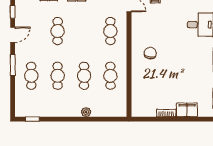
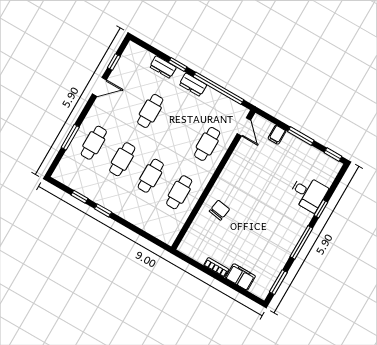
chair: (150, 53) -> (219, 210), moved
window: (13, 65) -> (70, 137), moved
plant: (86, 112) -> (130, 216), removed
window: (32, 119) -> (80, 197), moved
window: (65, 119) -> (103, 210), added

